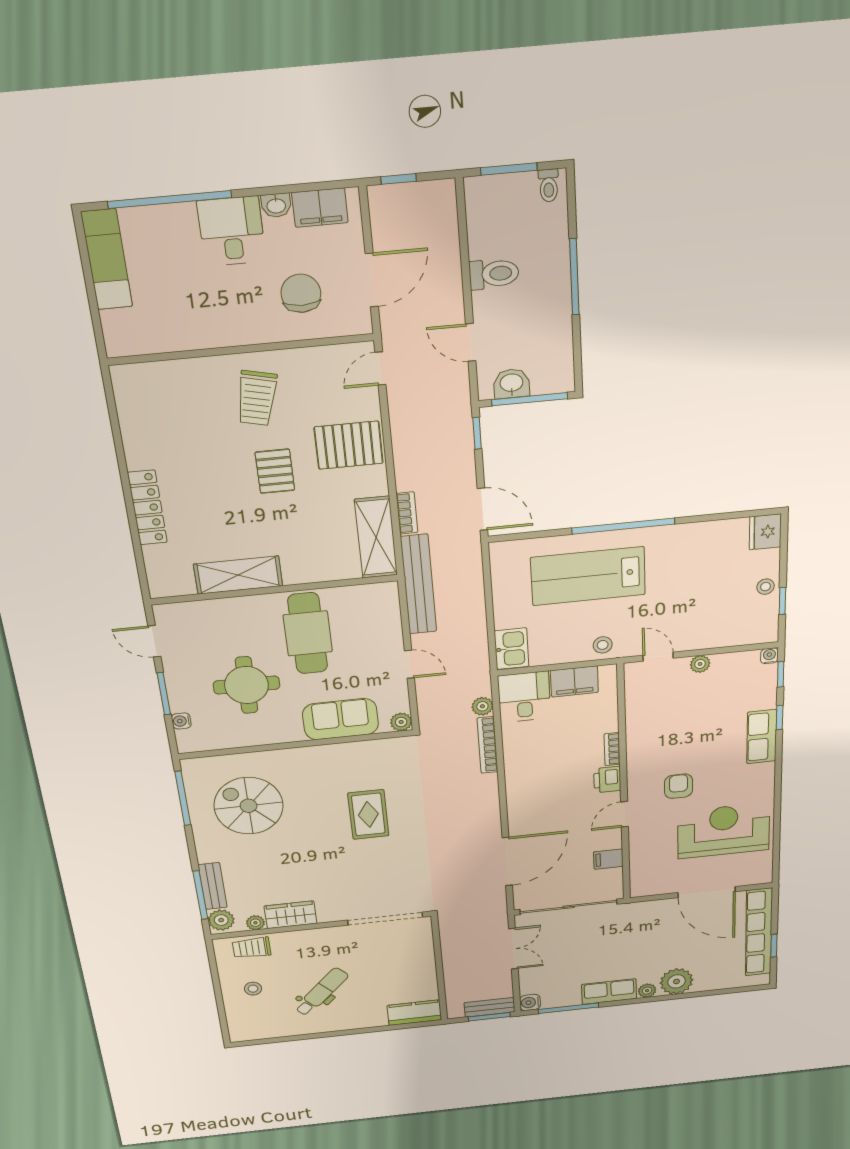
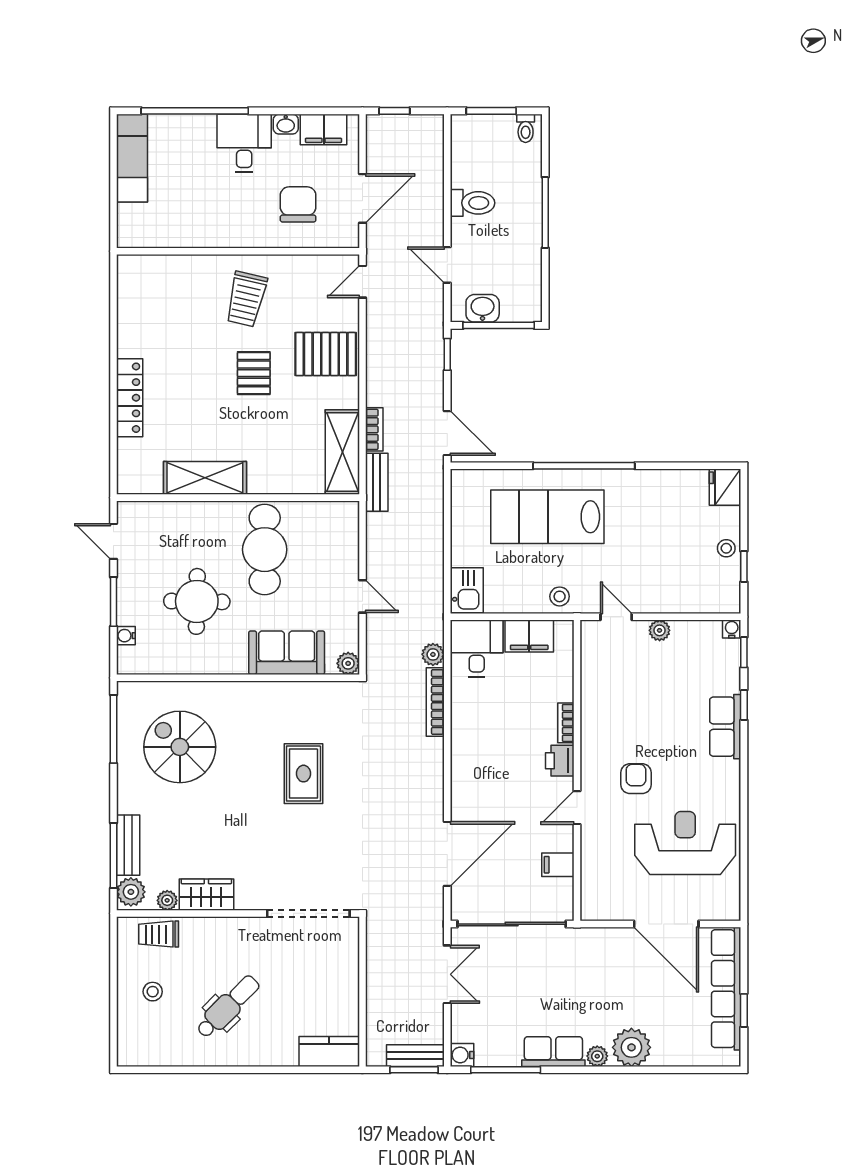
bench: (419, 584) -> (377, 482), width x0.54, depth x0.82

